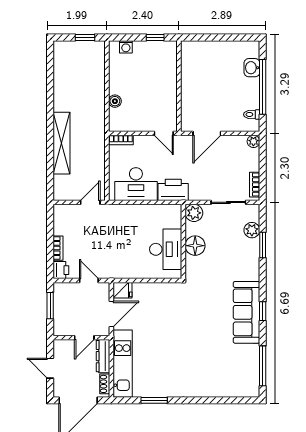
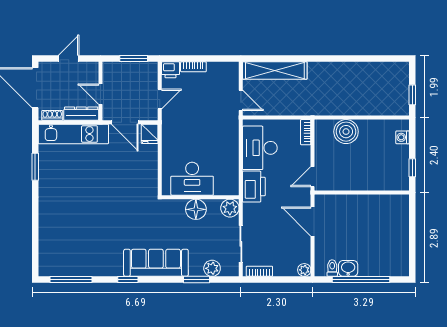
washbasin: (252, 68) -> (348, 268), moved
boiler: (115, 101) -> (346, 132), width x1.86, depth x1.86
shelving: (62, 143) -> (275, 70), moved
sofa: (247, 312) -> (156, 263), moved

